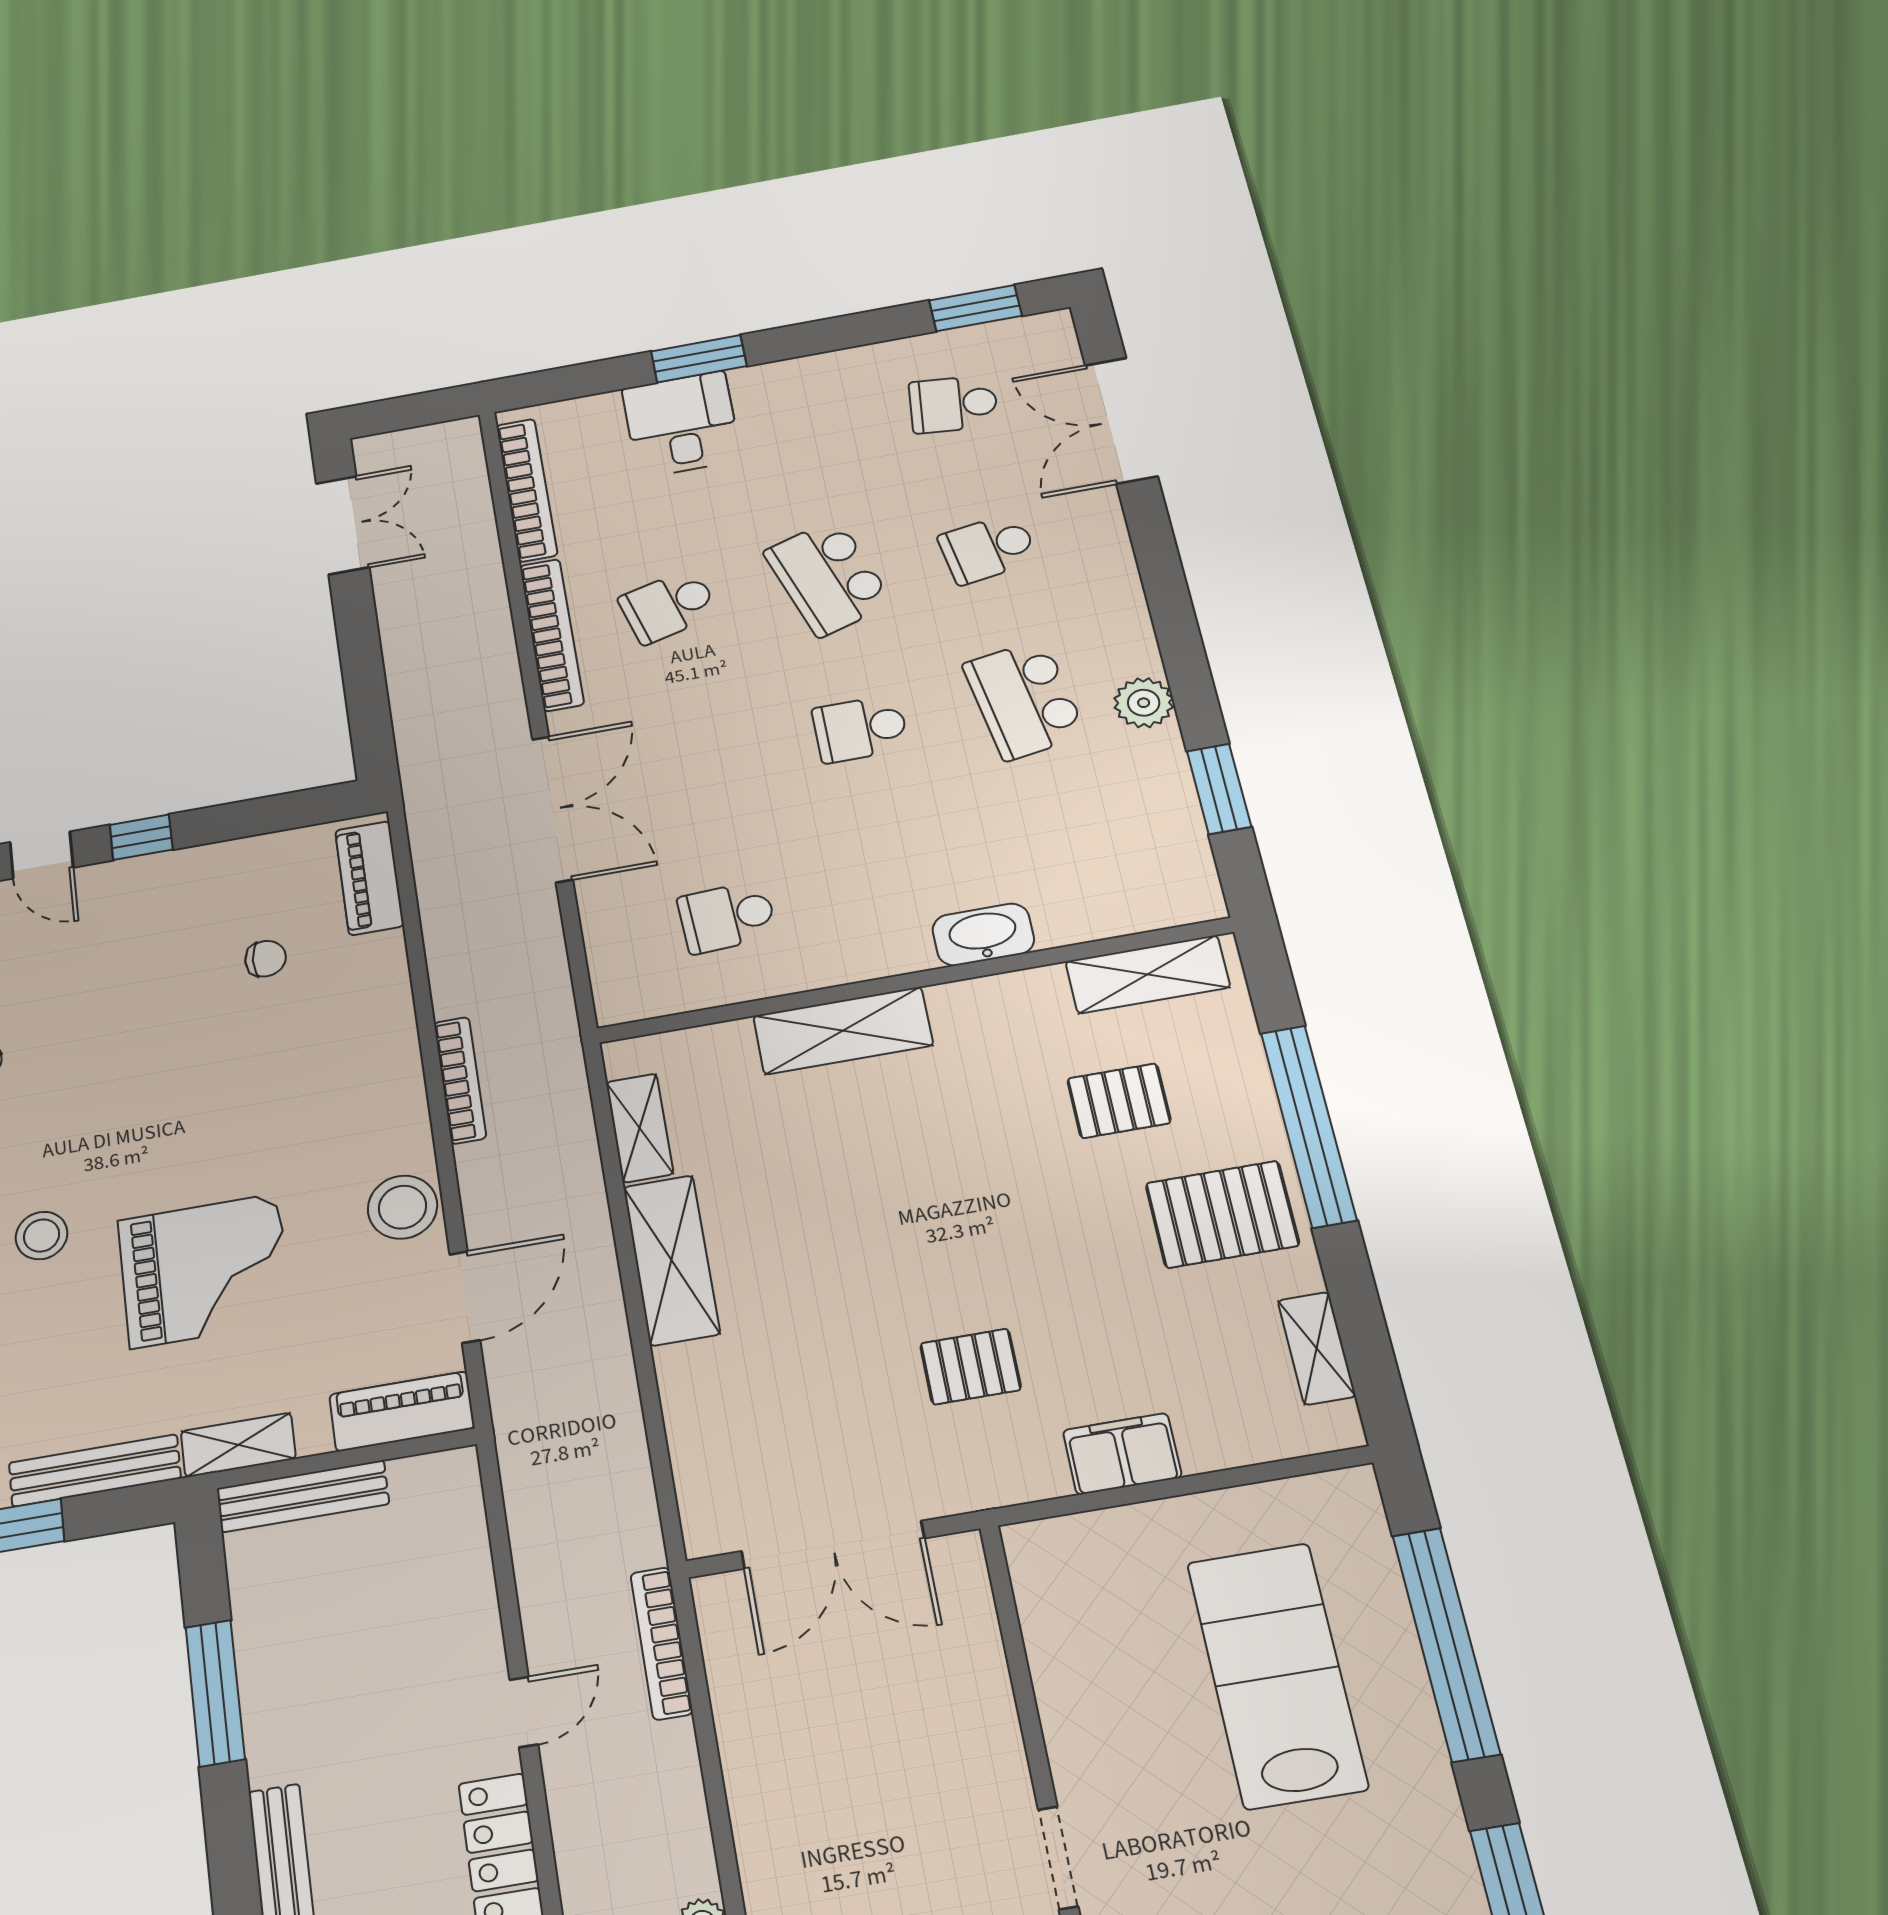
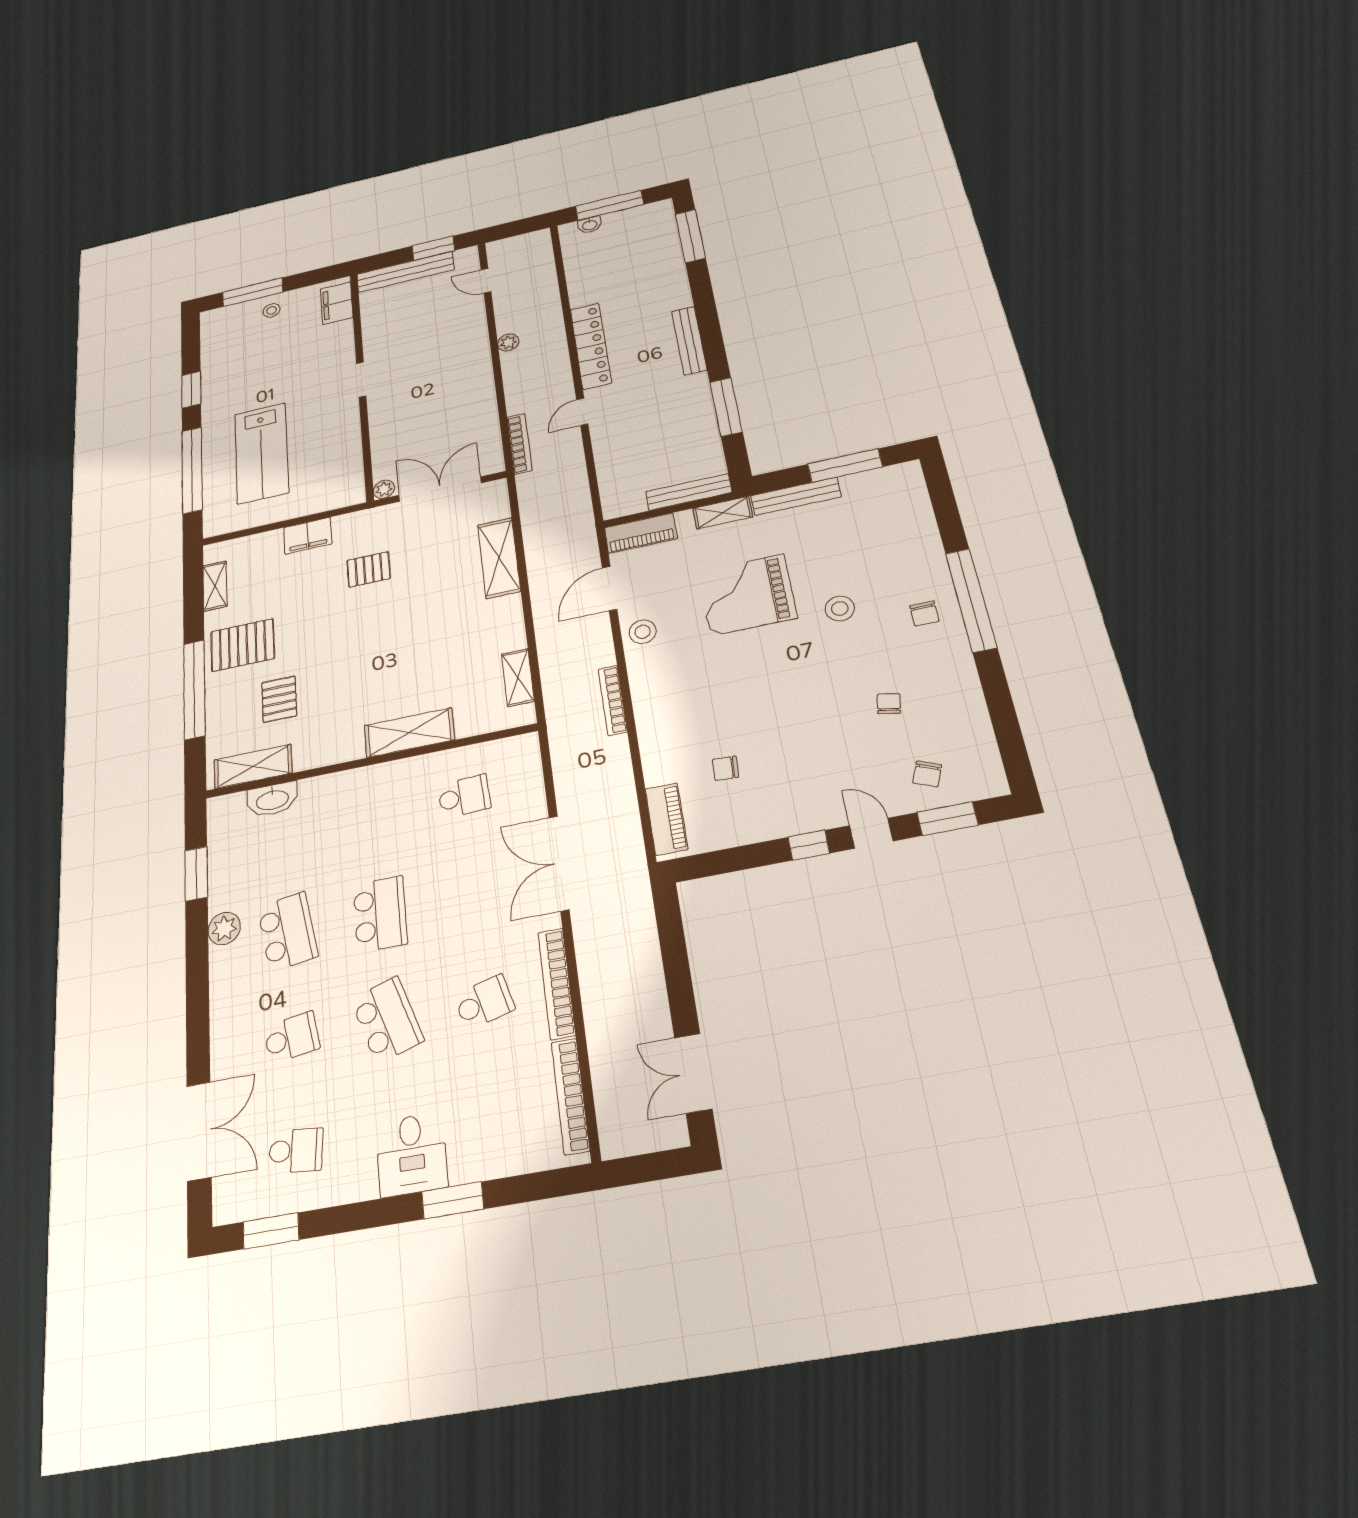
desk: (681, 424) -> (412, 1154), moved
school desk: (860, 729) -> (380, 914), width x1.85
washbasin: (983, 935) -> (272, 799), moved
pallet: (1119, 1101) -> (279, 699), turned 90
stool: (403, 1207) -> (643, 632), width x0.73, depth x0.73
shelving: (671, 1260) -> (499, 558), moved
plant: (962, 1555) -> (384, 489), added

